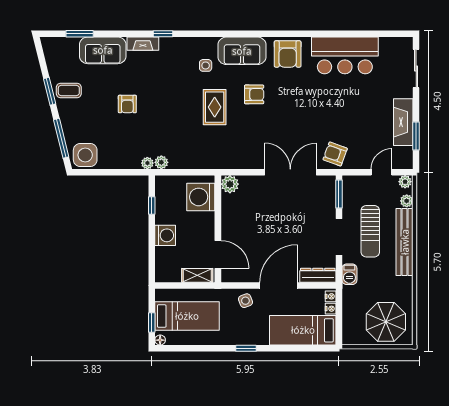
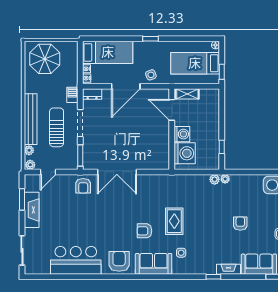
armchair: (335, 154) -> (83, 186), turned 70
plant: (230, 184) -> (163, 163), removed
washing machine: (165, 235) -> (182, 134), moved, turned 180
dresser: (318, 275) -> (92, 94), width x0.70
window: (152, 322) -> (222, 72), moved

